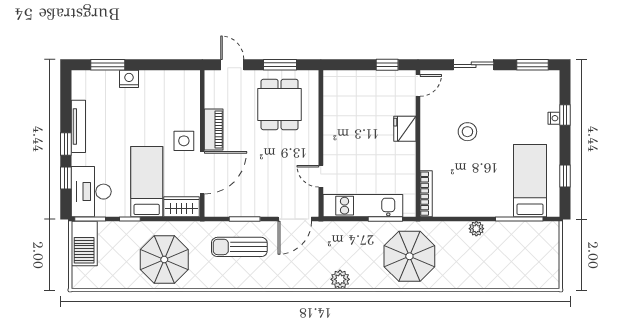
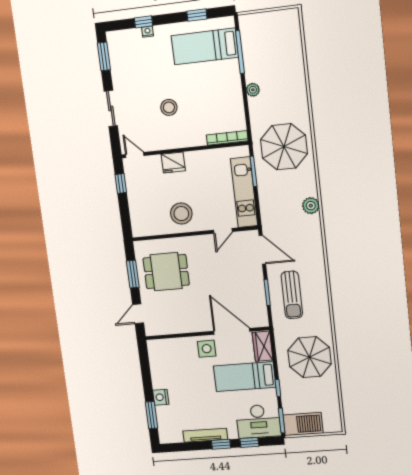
piano: (214, 130) -> (194, 325), removed
stool: (346, 131) -> (181, 214), added

